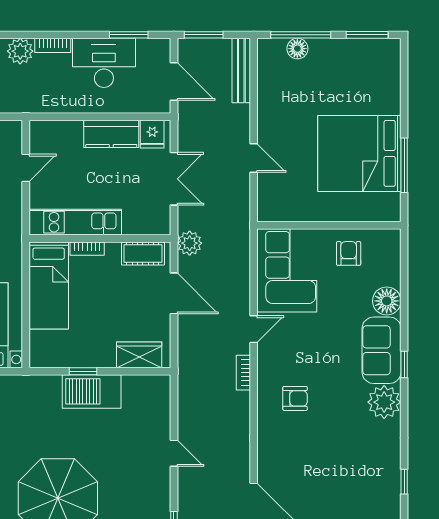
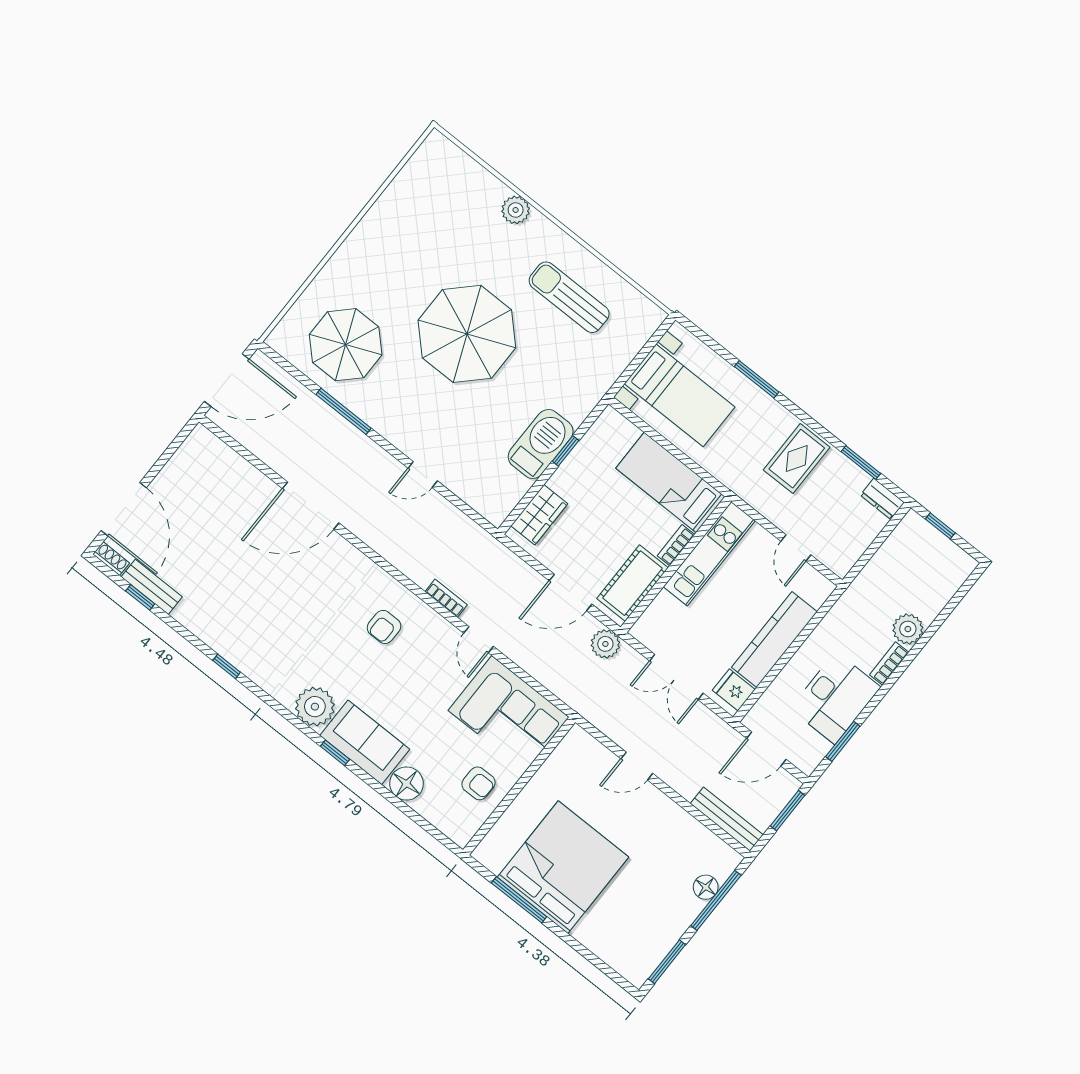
kitchen counter: (111, 134) -> (774, 640), width x1.50
cot: (143, 253) -> (632, 583), width x1.37, depth x1.34

